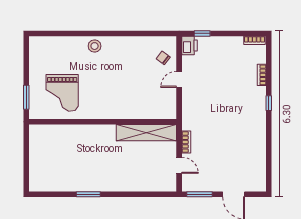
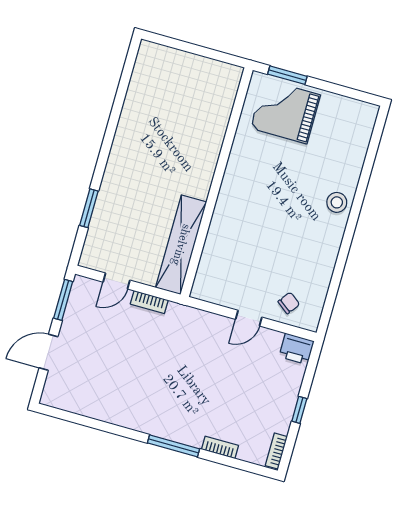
window: (202, 33) -> (299, 410), moved
door: (179, 79) -> (249, 318), swing flipped
grand piano: (62, 93) -> (285, 111), moved
window: (269, 103) -> (174, 446), width x2.17
window: (88, 194) -> (89, 208), moved

